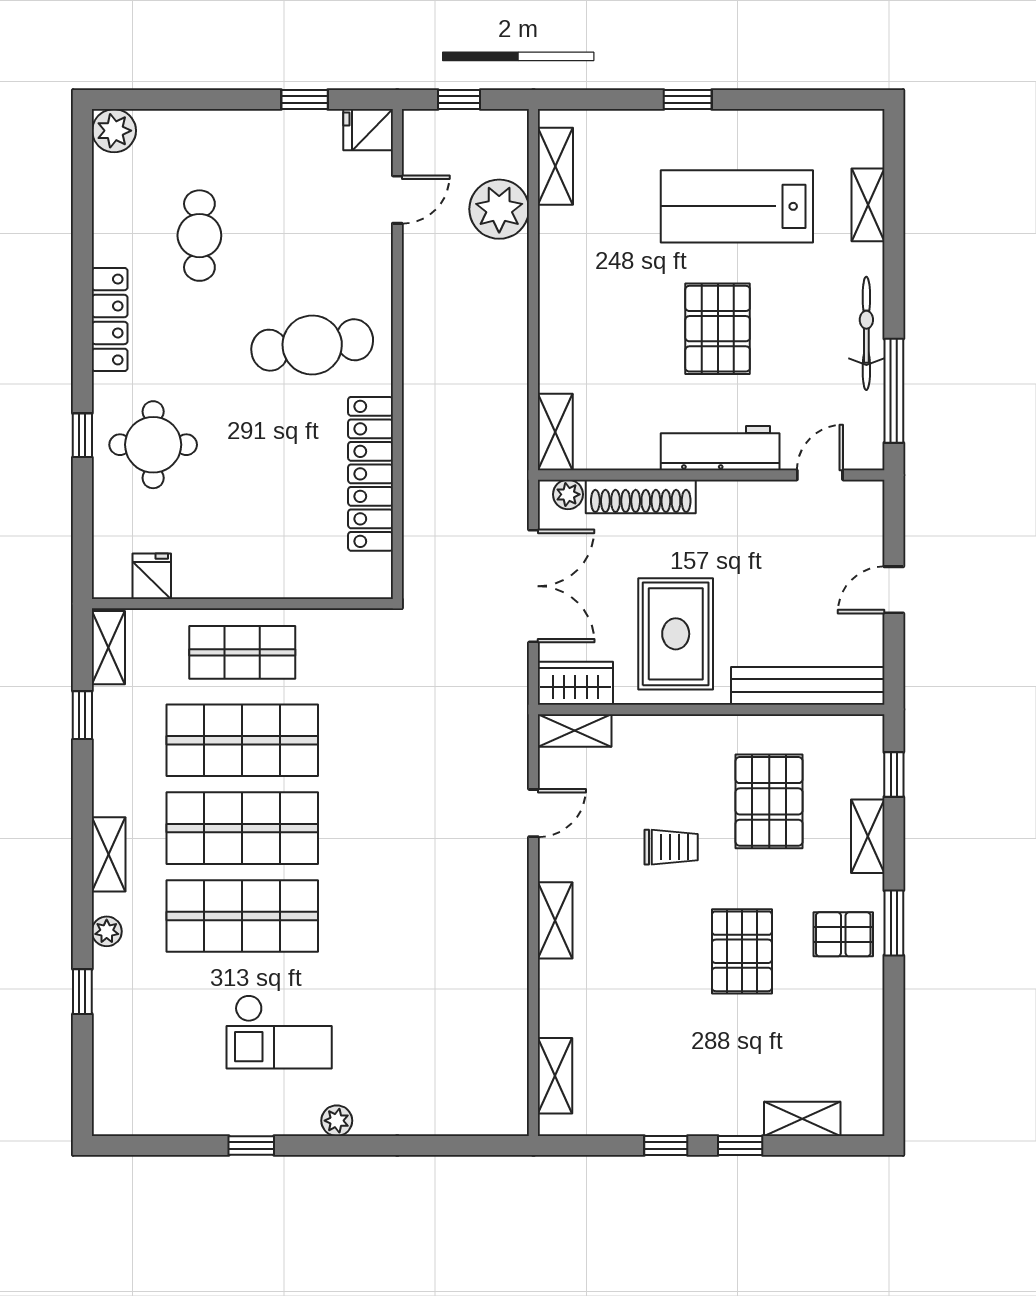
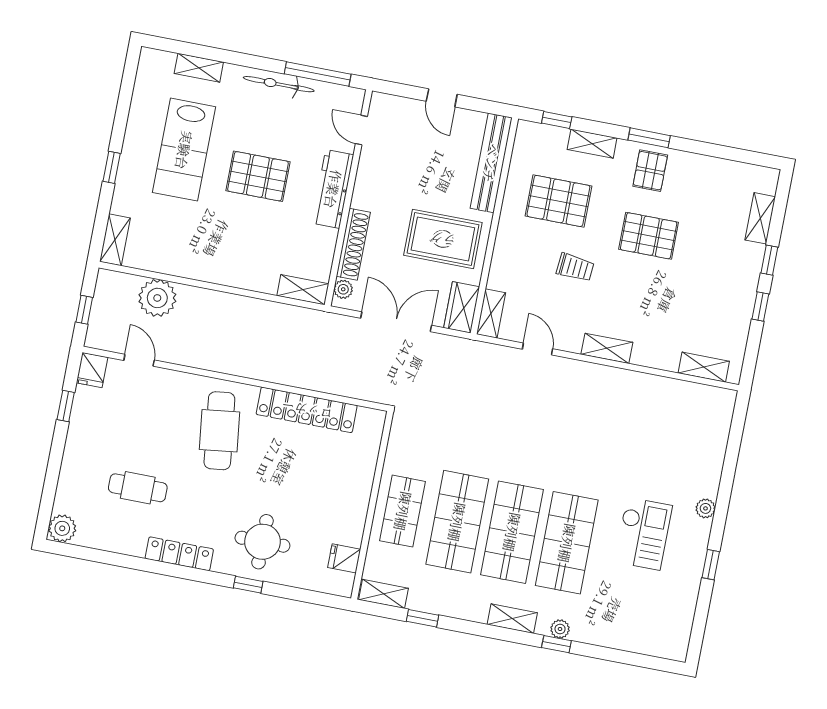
shelving: (555, 166) -> (115, 240), moved, turned 90
trolley: (671, 847) -> (575, 267), turned 95
window: (82, 992) -> (556, 644), moved

